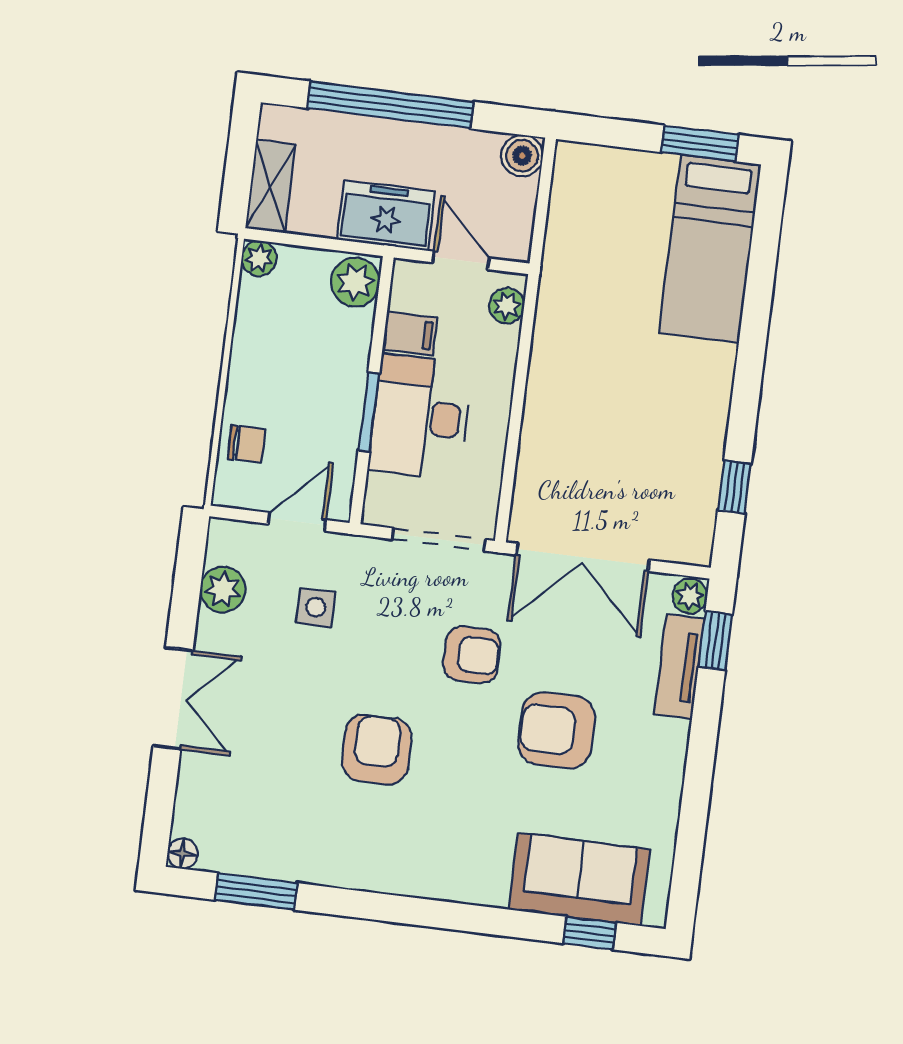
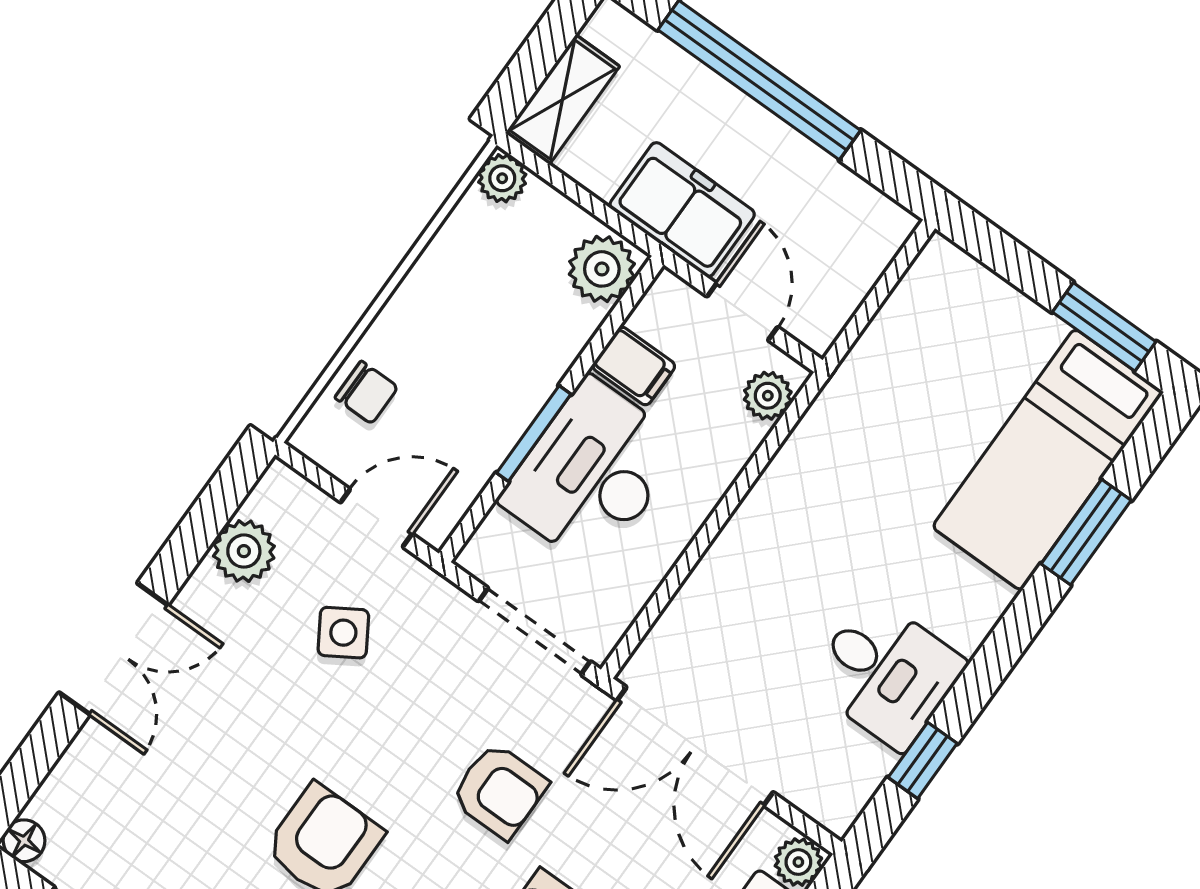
boiler: (522, 156) -> (884, 226), removed
window: (760, 282) -> (1086, 532), added
desk: (680, 443) -> (886, 673), added
side table: (316, 607) -> (343, 633), turned -32

